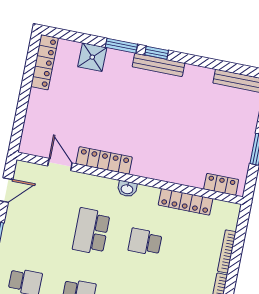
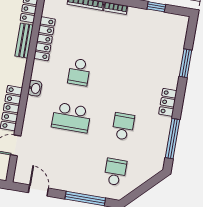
bench: (184, 178) -> (24, 41), added

